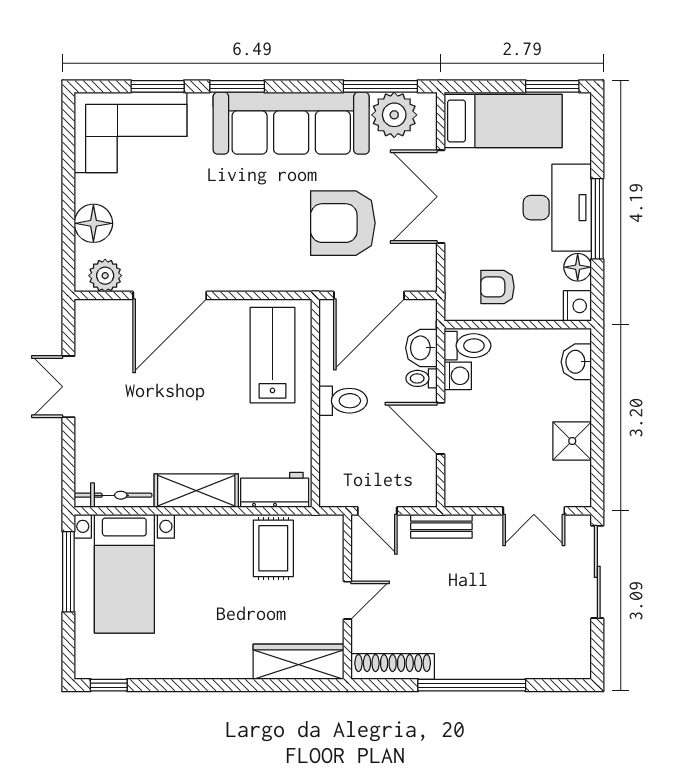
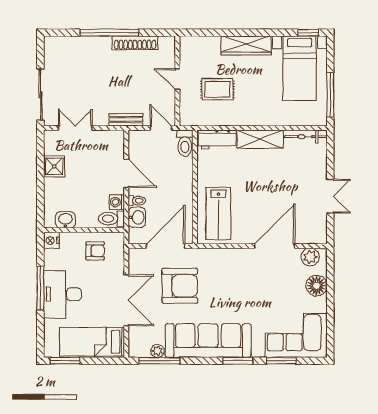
plant: (394, 115) -> (157, 351), width x0.53, depth x0.53
floor lamp: (578, 267) -> (51, 262), removed
washbasin: (576, 362) -> (65, 220), moved, turned -90
toilet: (343, 401) -> (185, 143), moved, turned -90
rug: (273, 548) -> (217, 89), moved, turned 90
bed with nightstands: (124, 574) -> (300, 68), moved, turned 180
door: (347, 600) -> (177, 79), hinge flipped
wardrobe: (298, 662) -> (246, 45), moved
shoe rack: (393, 666) -> (135, 43), moved

